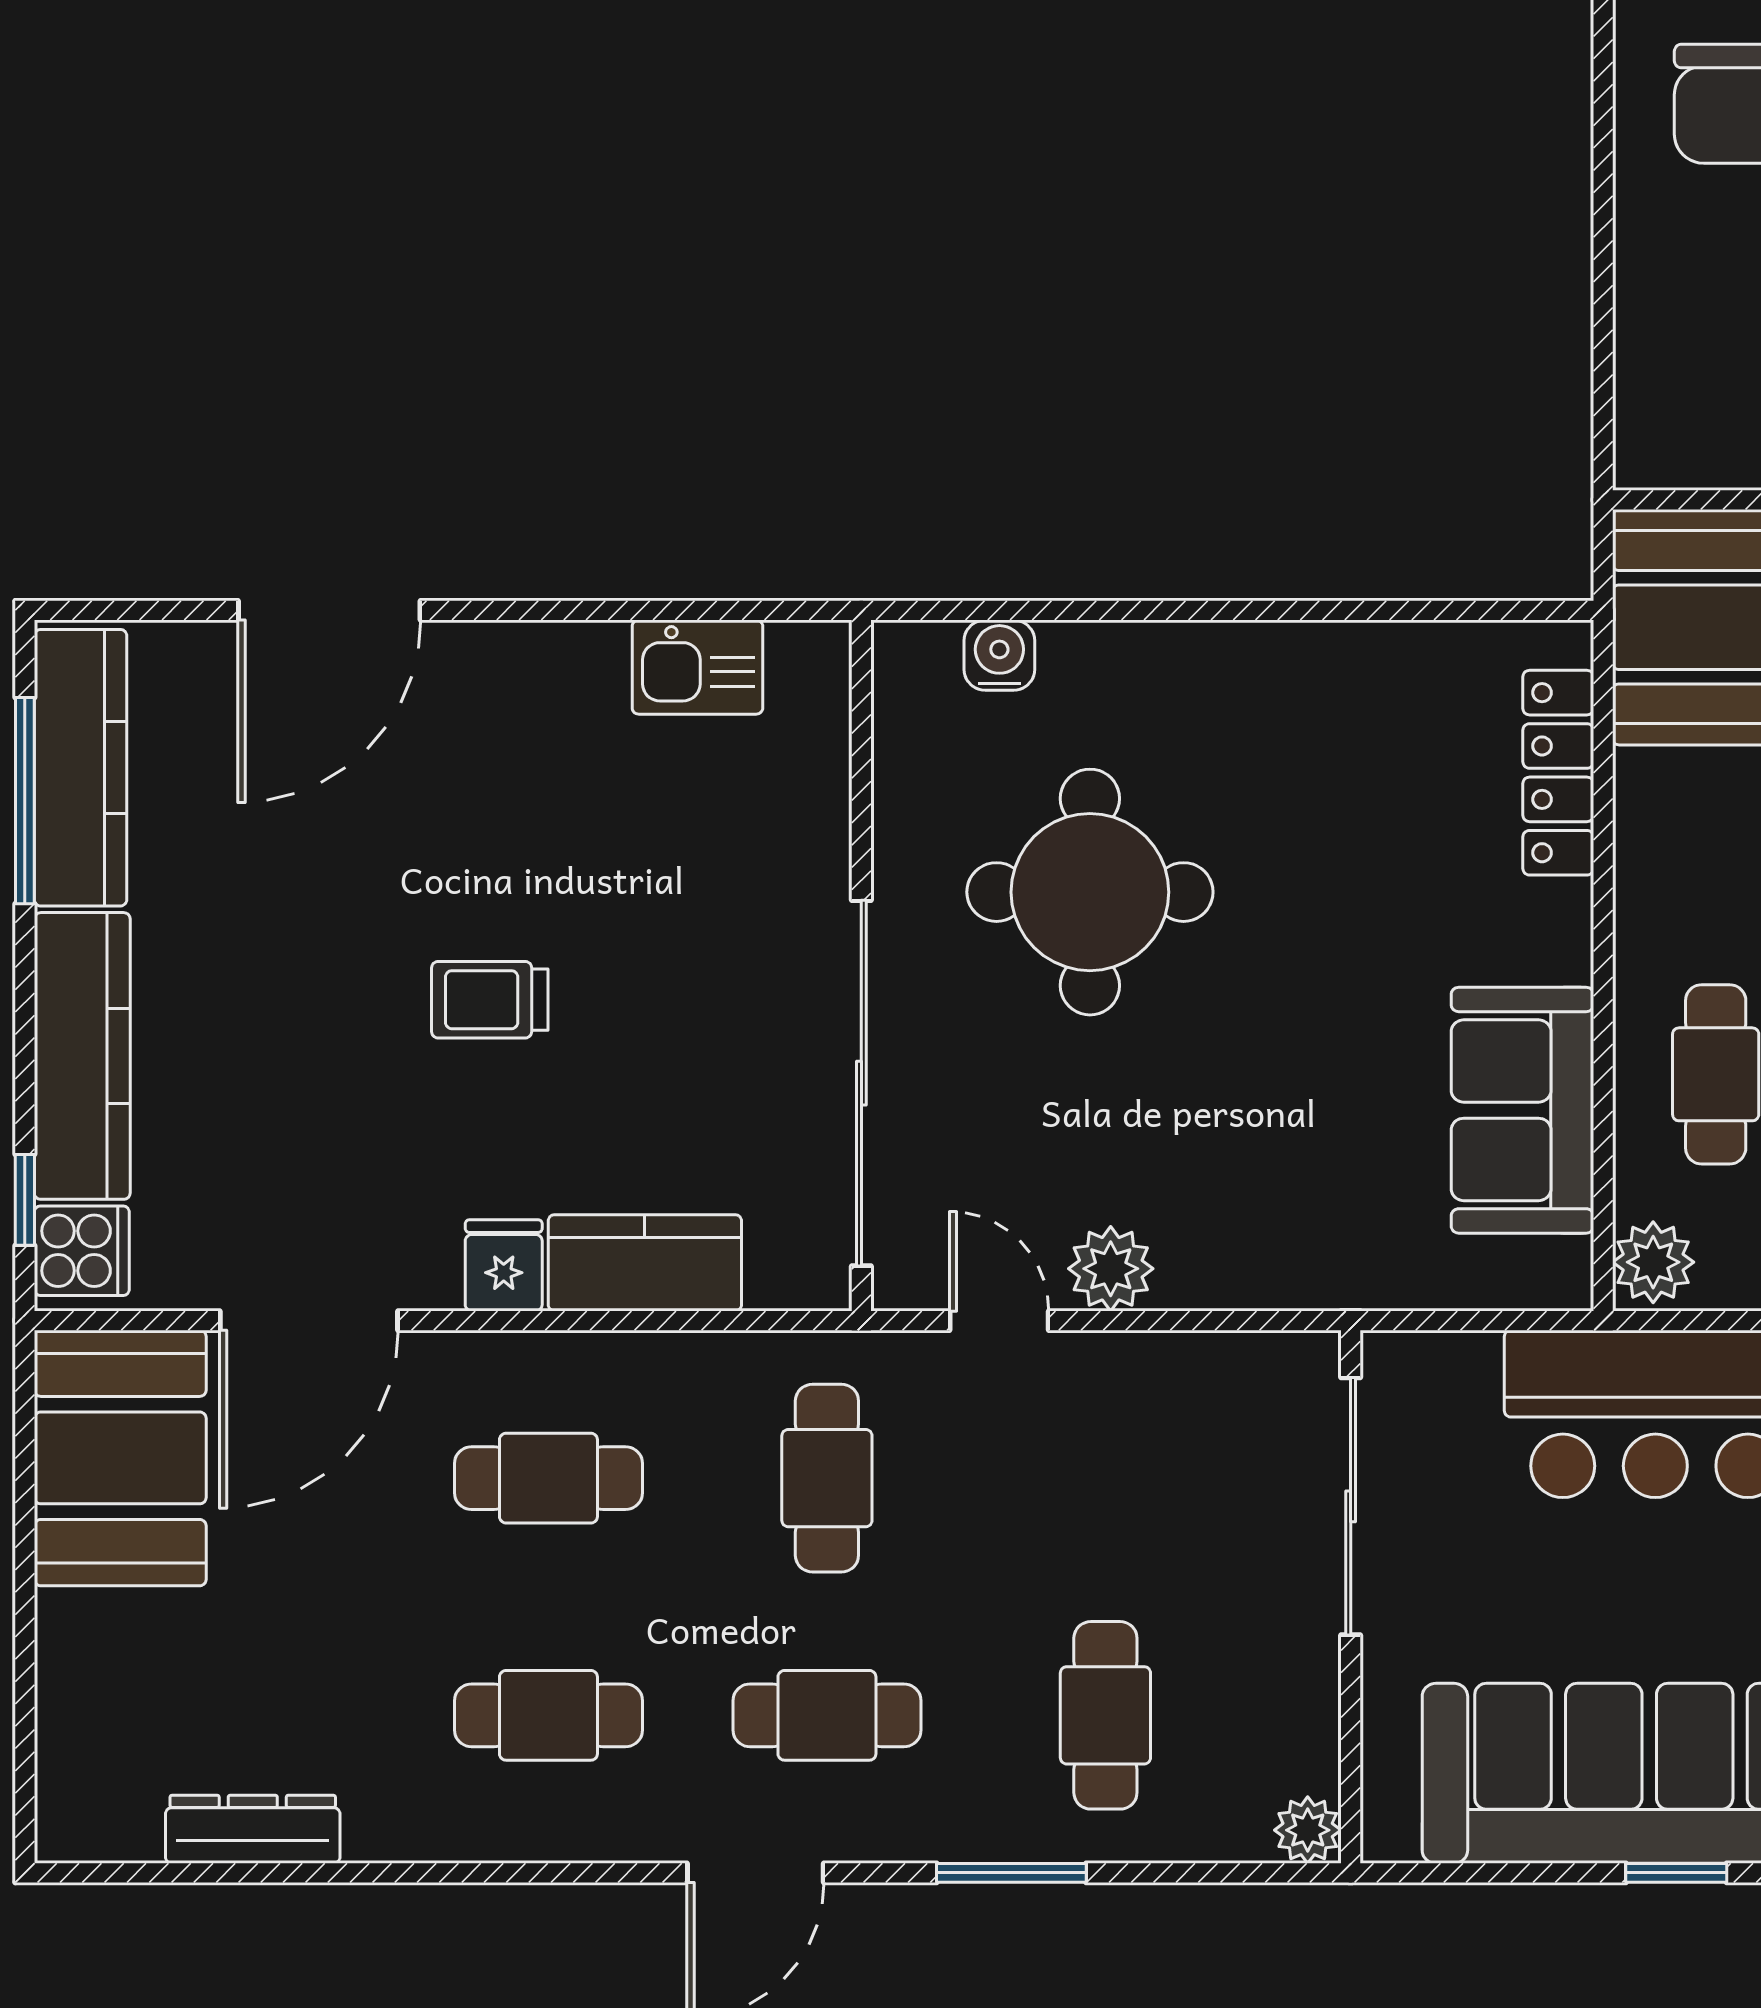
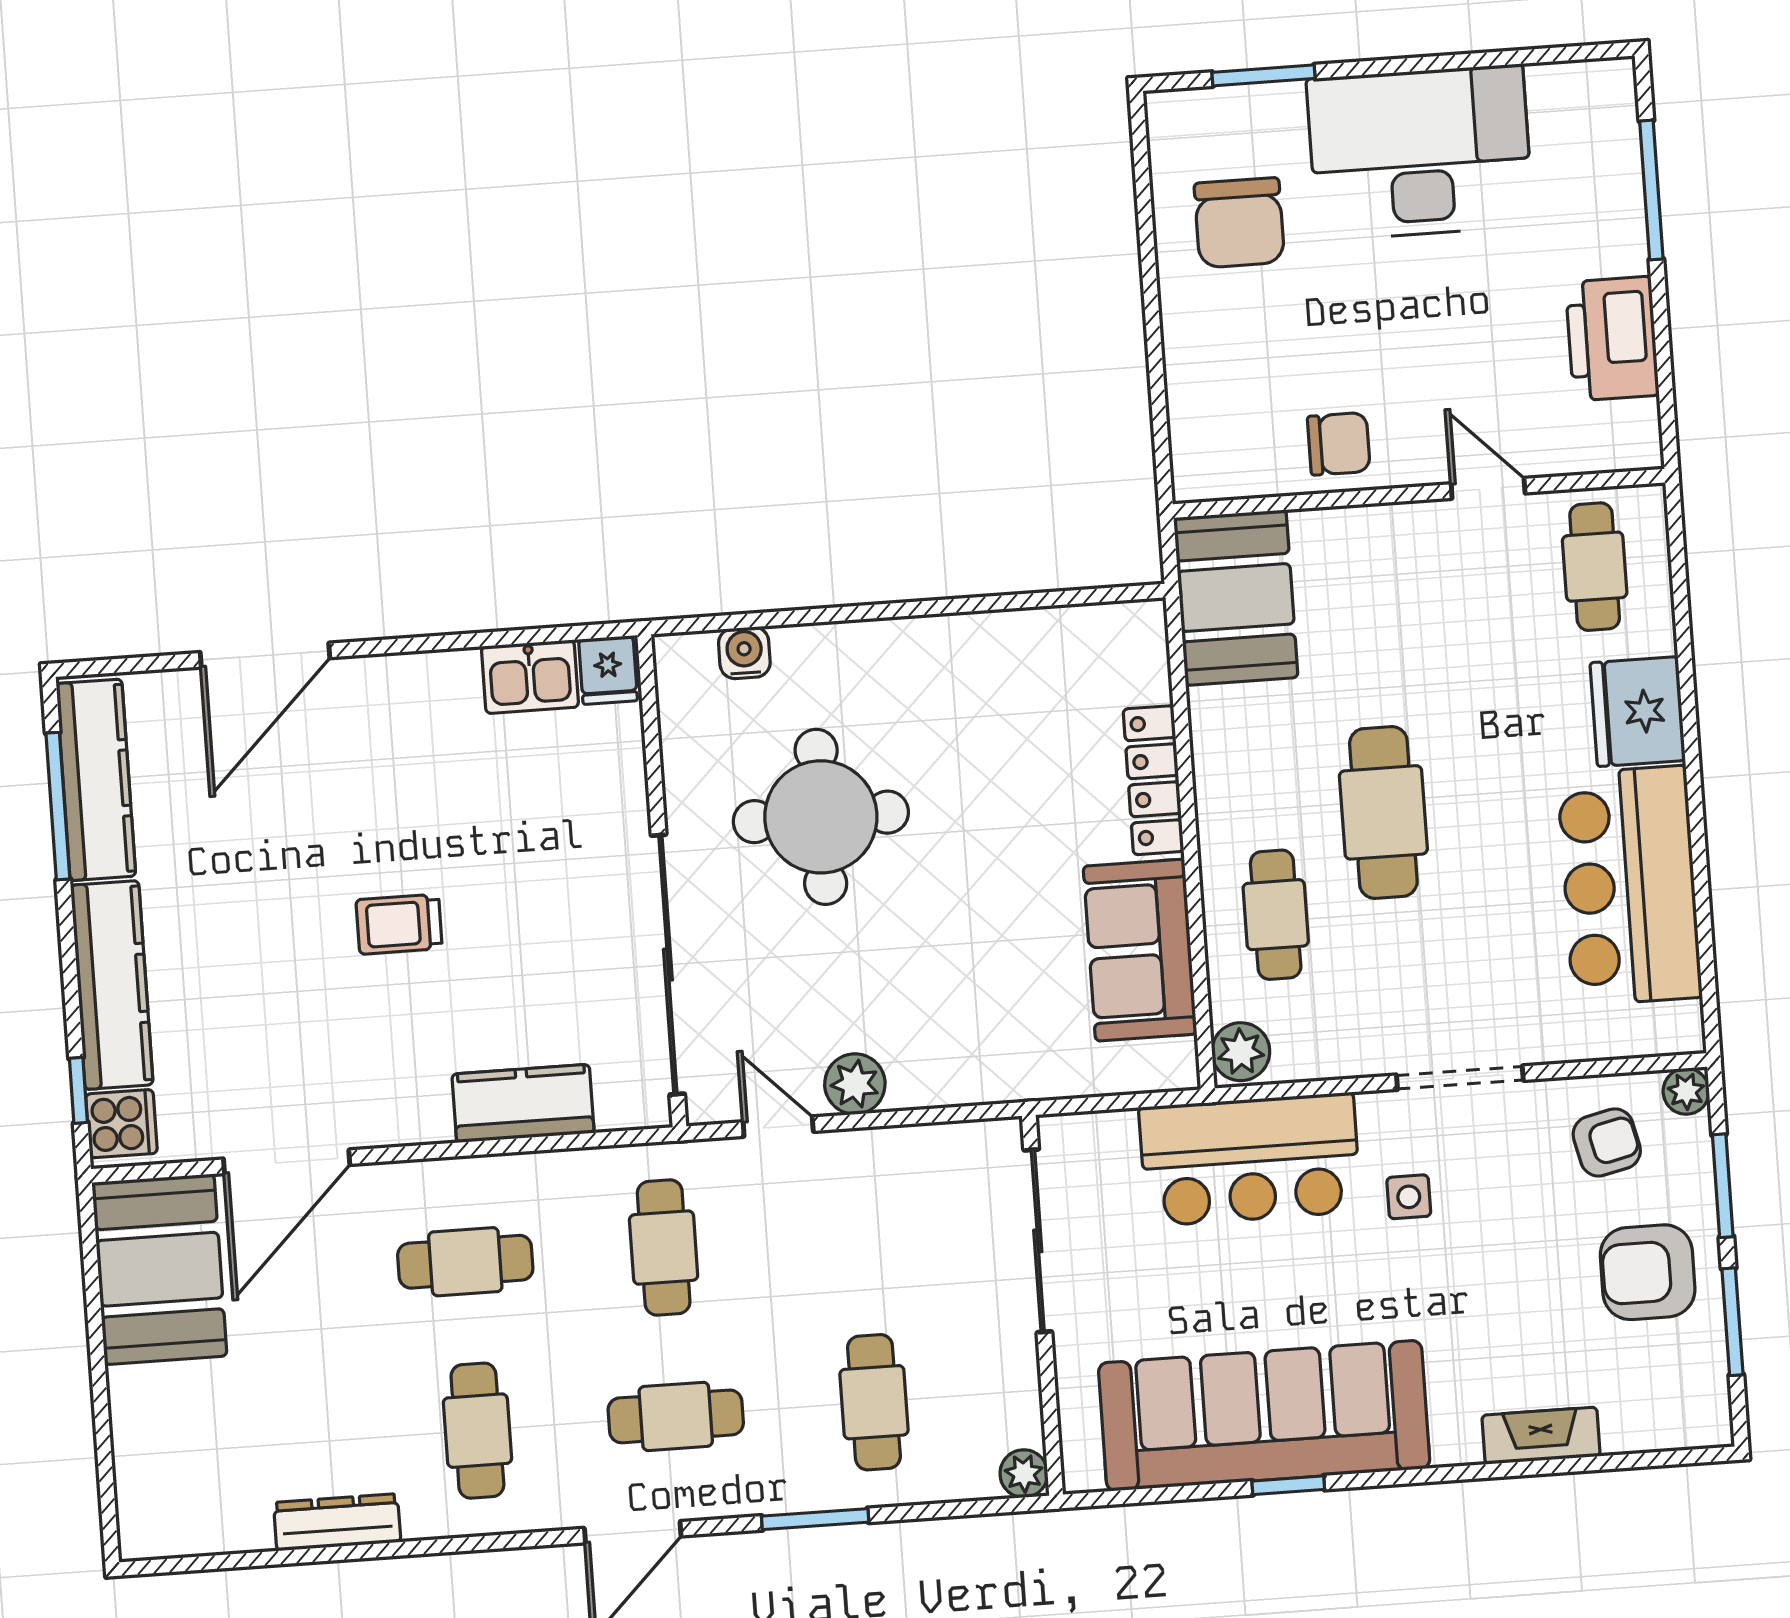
locker: (1558, 773) -> (1153, 780), moved
fridge: (504, 1265) -> (608, 670), moved, turned 180
cafe table: (548, 1715) -> (477, 1431), turned 90
dresser: (253, 1829) -> (337, 1522), moved

